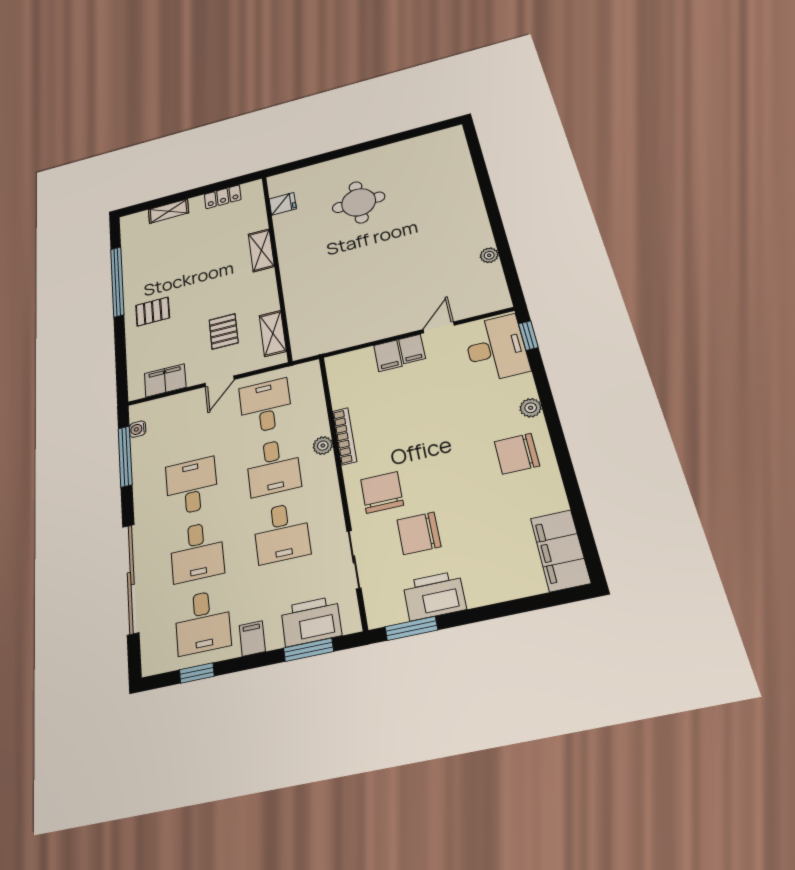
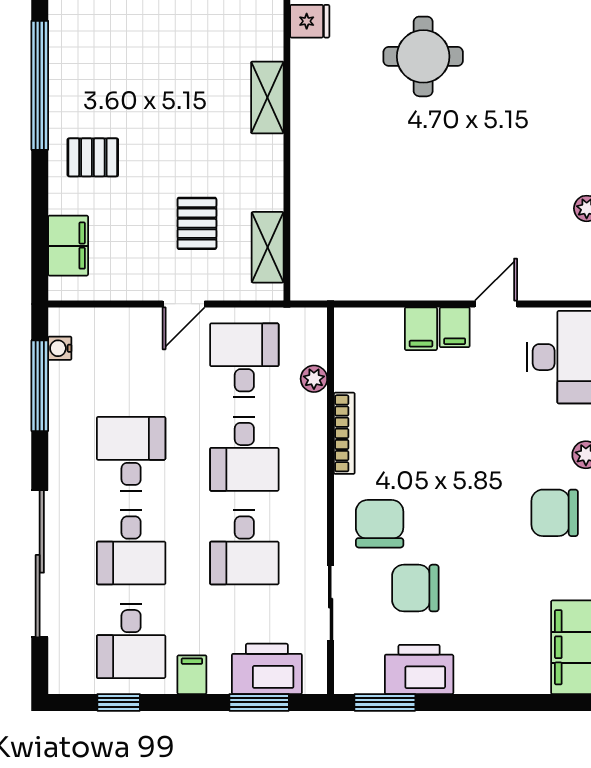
filing cabinet: (165, 380) -> (68, 246), moved, turned 90
plant: (323, 446) -> (314, 379), moved

